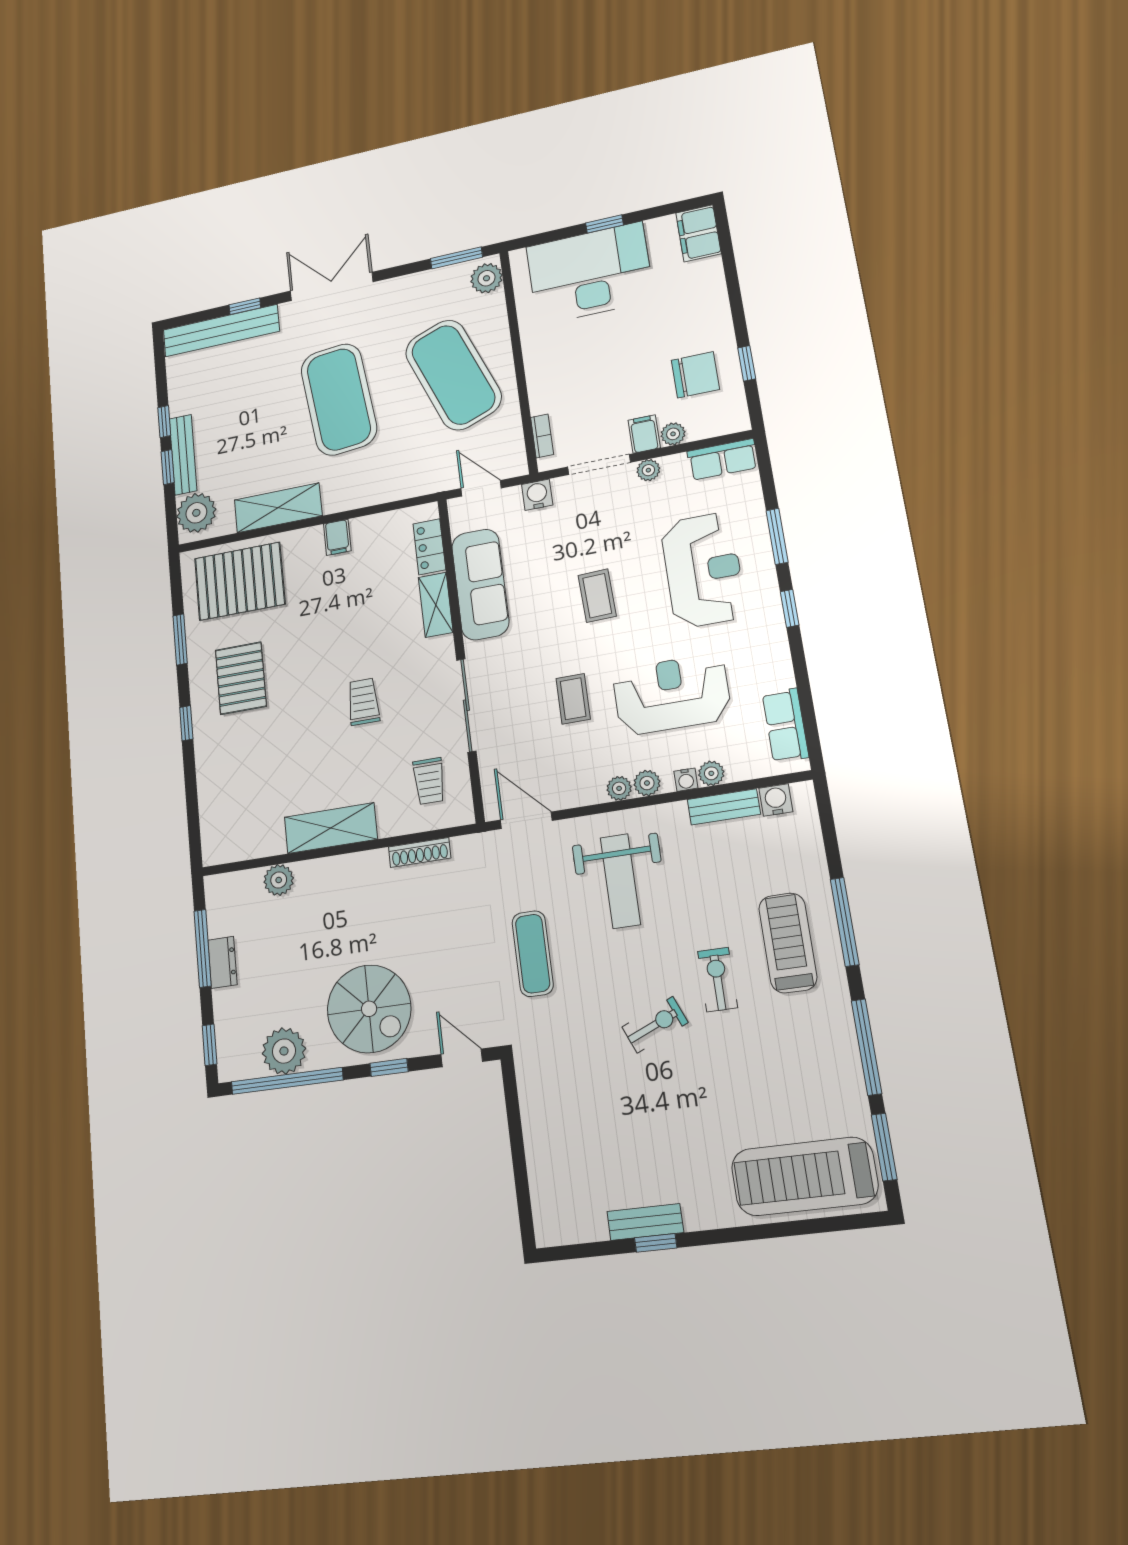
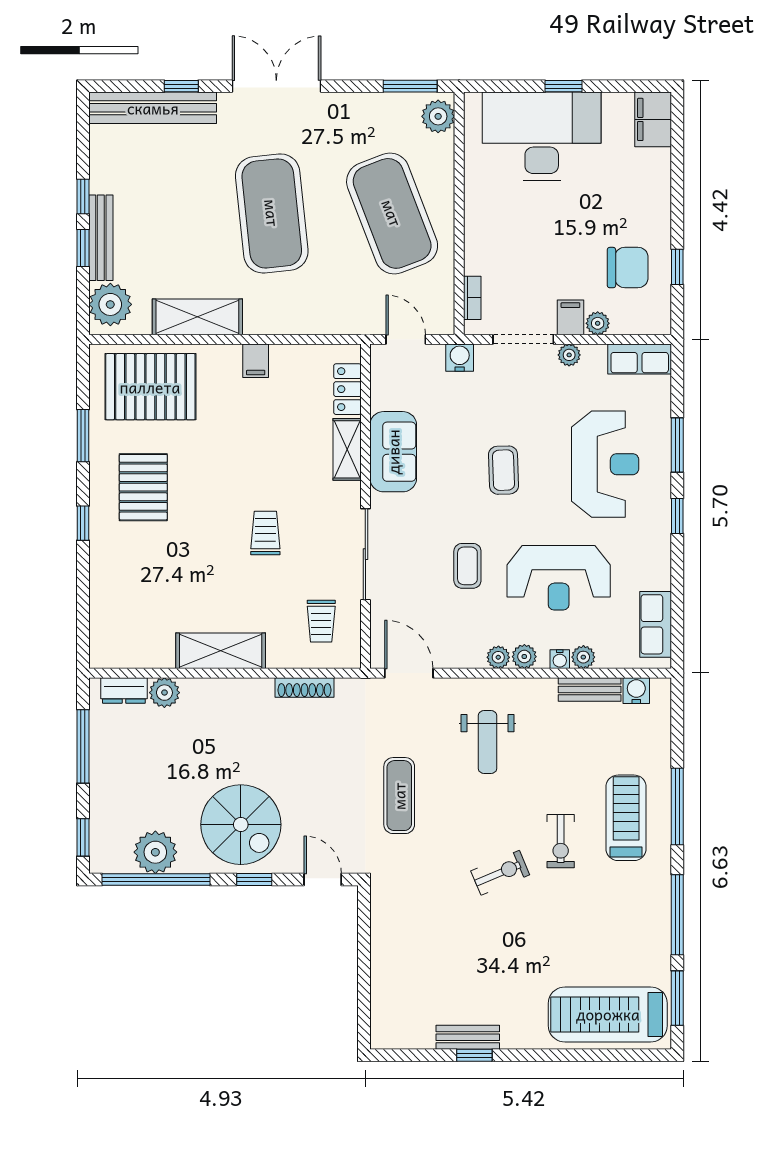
sofa: (480, 584) -> (393, 452), width x0.73
reception desk: (672, 694) -> (559, 578), turned 180
weight bench: (620, 881) -> (488, 742), width x0.73, depth x0.75
dresser: (222, 962) -> (124, 691), moved, turned 90
exercise bike: (718, 979) -> (561, 841), turned 180

